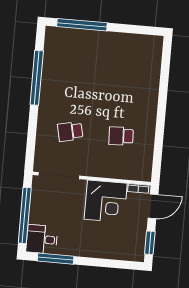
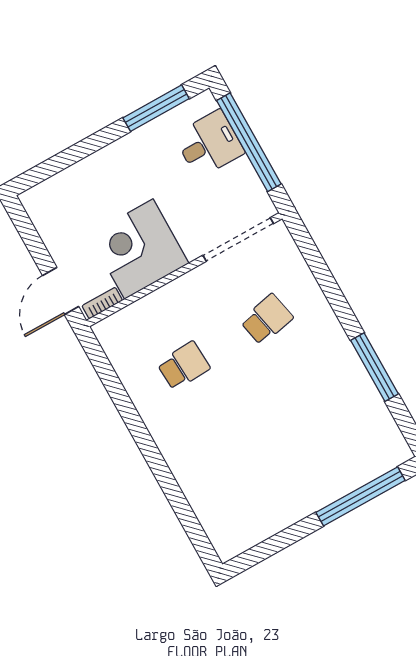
window: (37, 78) -> (375, 367), width x0.68
desk: (42, 239) -> (209, 144), moved
window: (150, 243) -> (27, 231), removed

